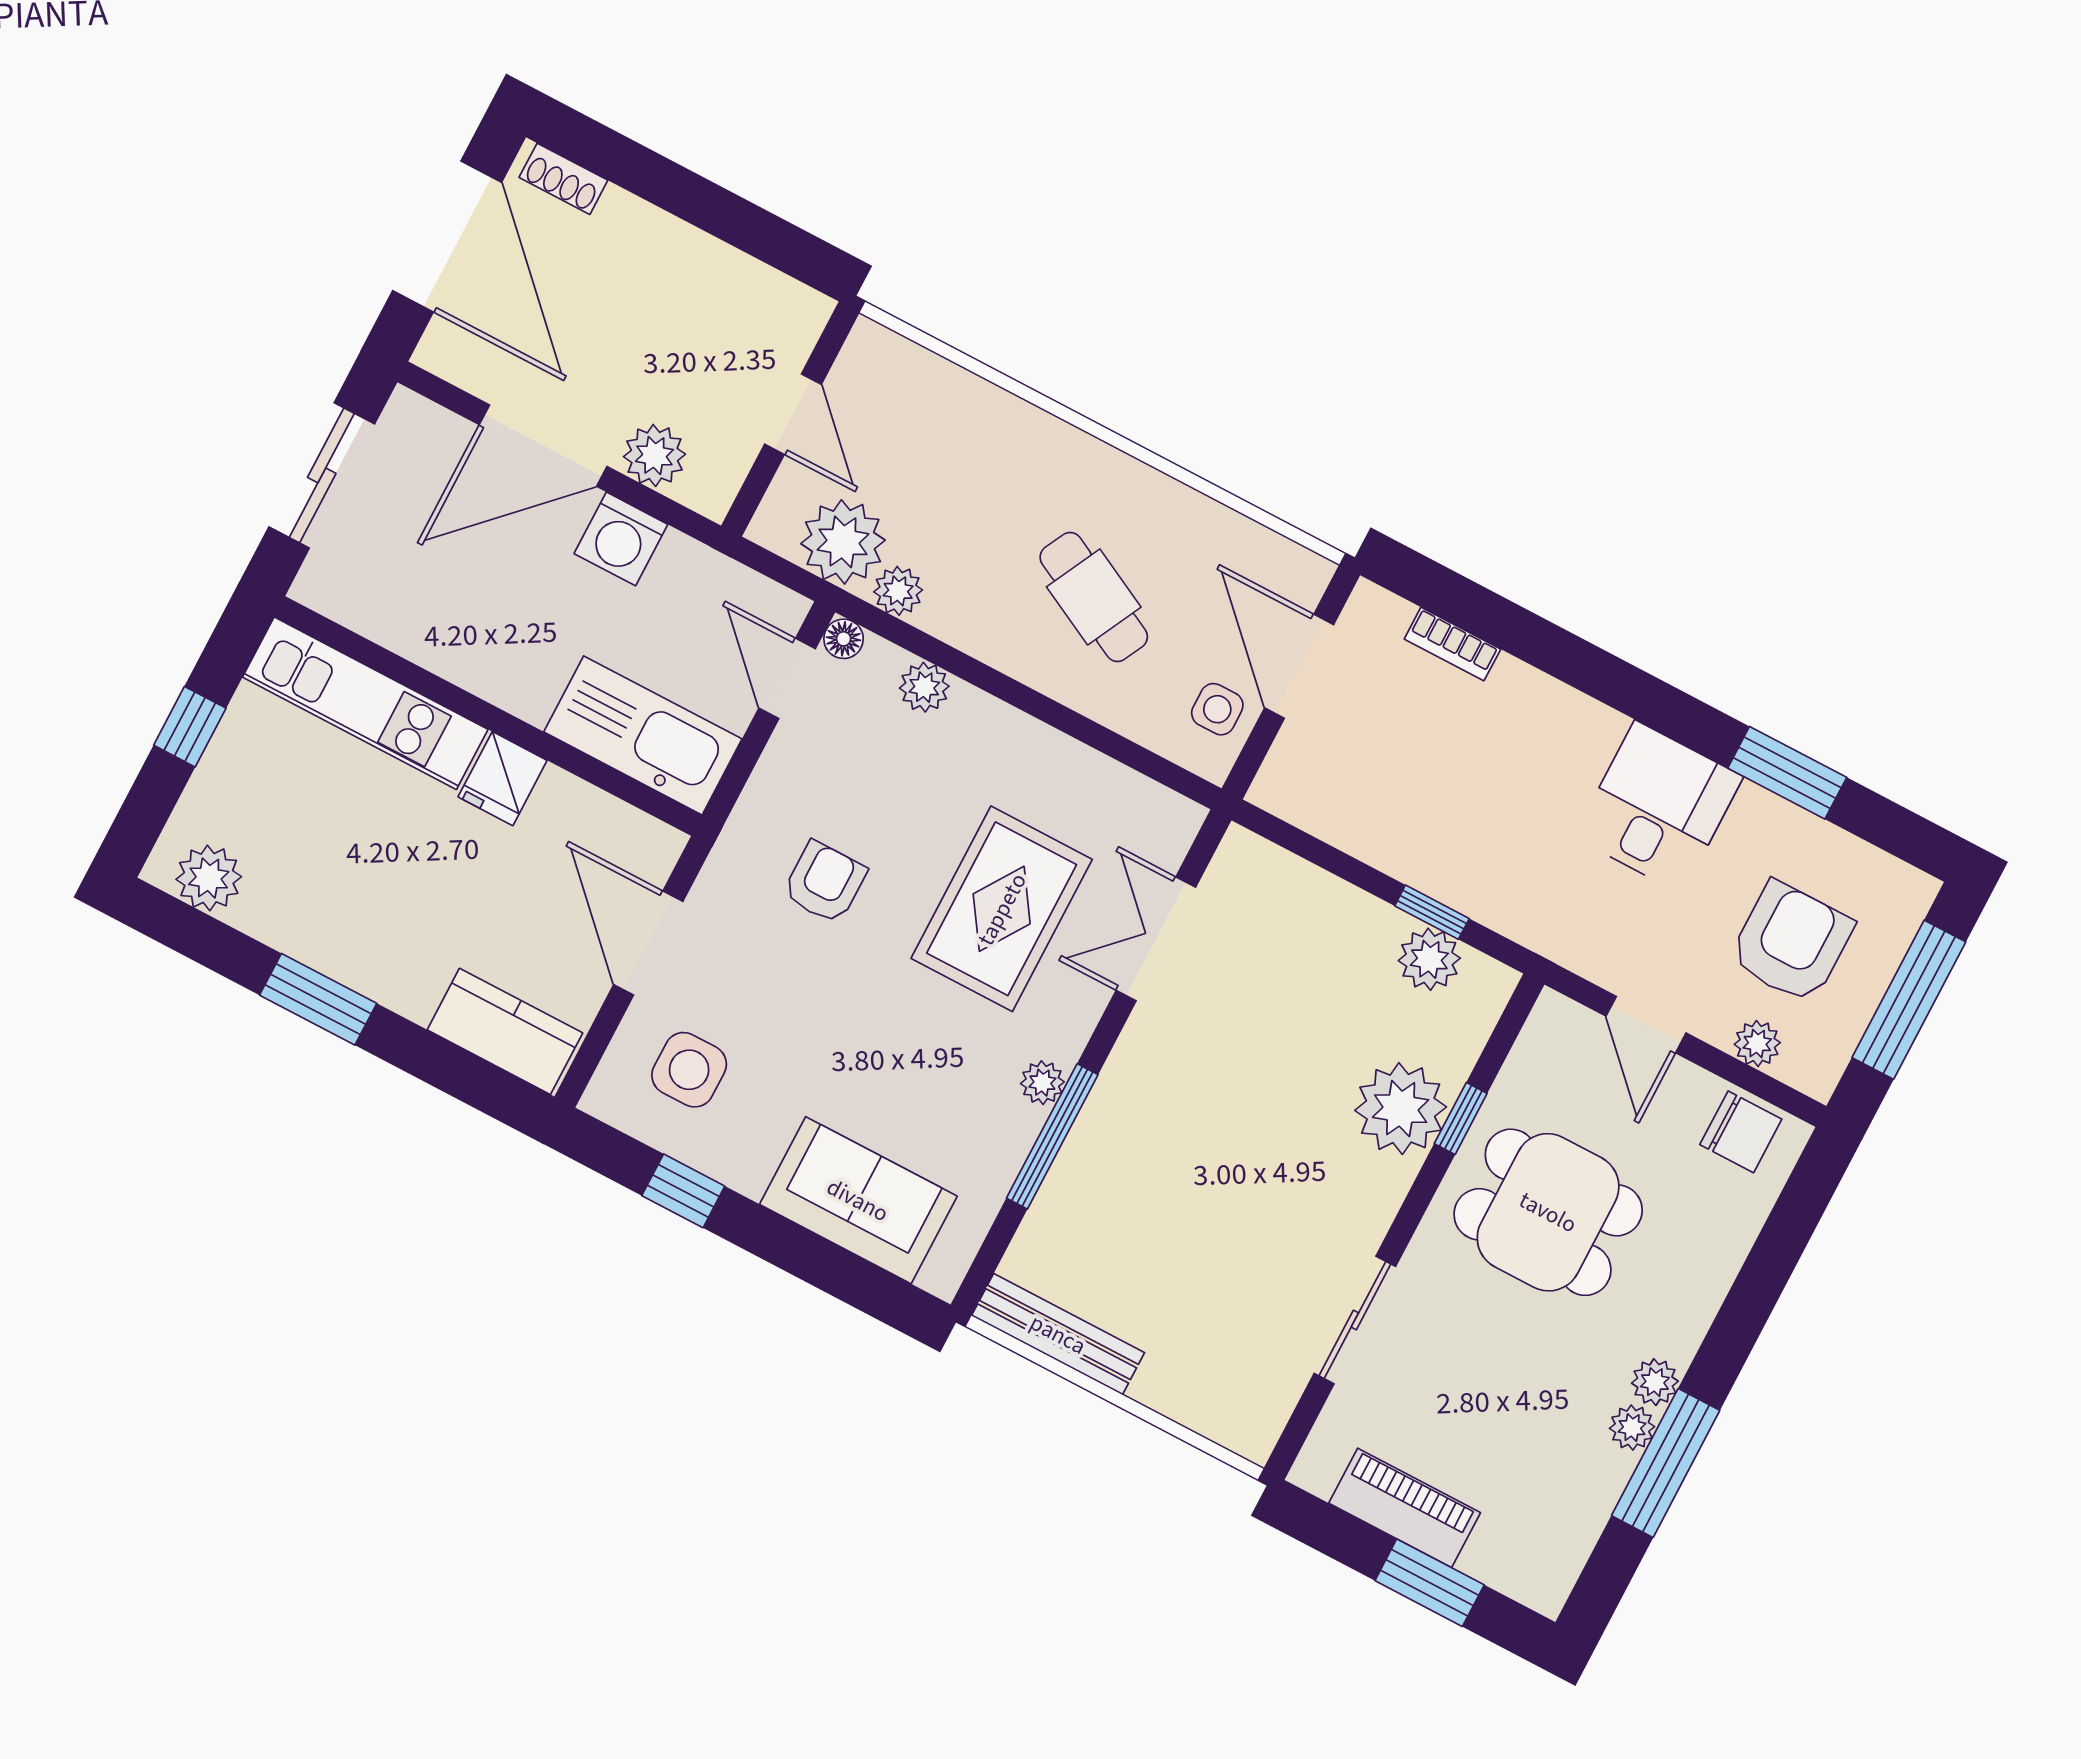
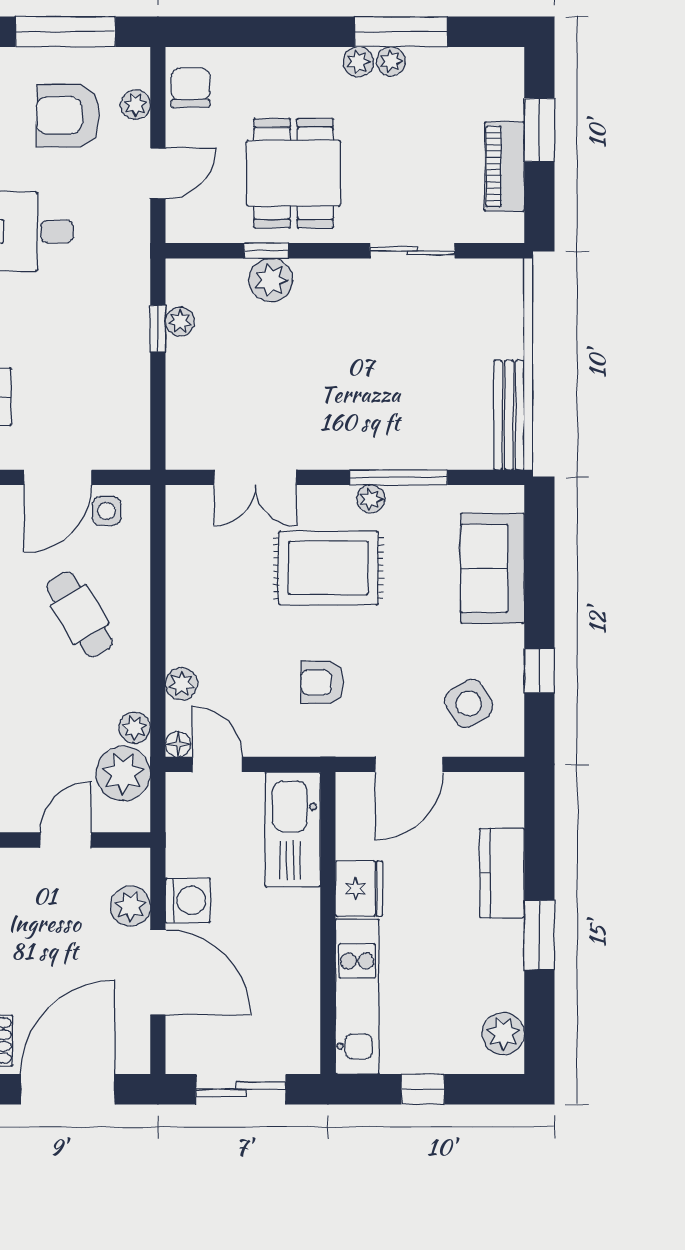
cafe table: (1094, 597) -> (80, 615), turned -58
door: (787, 678) -> (217, 764), swing flipped
fridge: (503, 779) -> (359, 889), width x1.38
rug: (1002, 909) -> (328, 568), moved
plant: (1429, 959) -> (180, 321), width x0.73, depth x0.73
kitchen counter: (505, 1031) -> (502, 873), moved
side table: (689, 1070) -> (469, 703), turned -32
plant: (1401, 1109) -> (271, 280), width x0.73, depth x0.73

